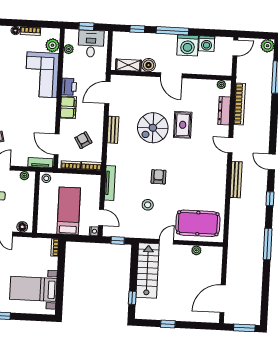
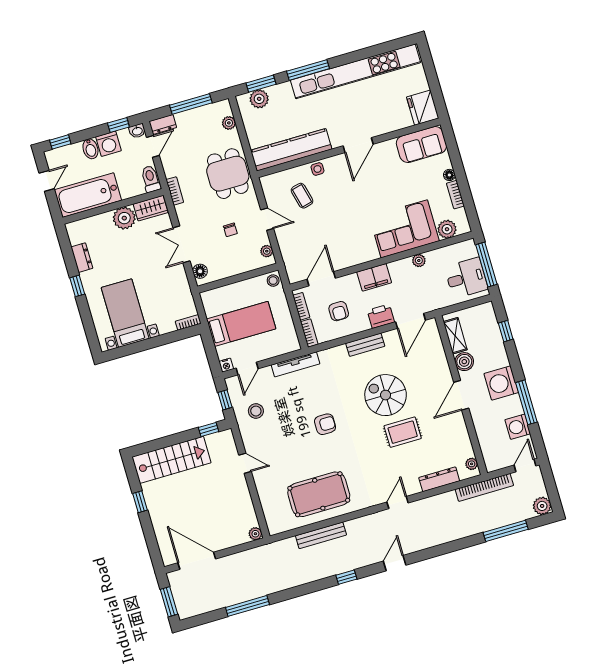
window: (86, 26) -> (486, 265), width x2.17
window: (172, 31) -> (526, 402), moved
washing machine: (188, 45) -> (501, 383), moved
door: (235, 48) -> (525, 465), swing flipped
plant: (69, 49) -> (419, 261), moved
printer: (69, 87) -> (381, 316), moved, turned 180
door: (107, 93) -> (411, 321), swing flipped
bookcase: (240, 104) -> (484, 487), moved
armchair: (83, 140) -> (339, 311), turned 122
tv unit: (40, 163) -> (291, 266), removed
bench: (236, 180) -> (321, 535), moved
stool: (148, 205) -> (256, 411), moved
pool table: (198, 223) -> (319, 494), moved, turned 90
window: (268, 244) -> (247, 606), moved
plant: (196, 250) -> (255, 534), moved
stairs: (147, 271) -> (171, 460), moved
window: (132, 298) -> (208, 429), moved

